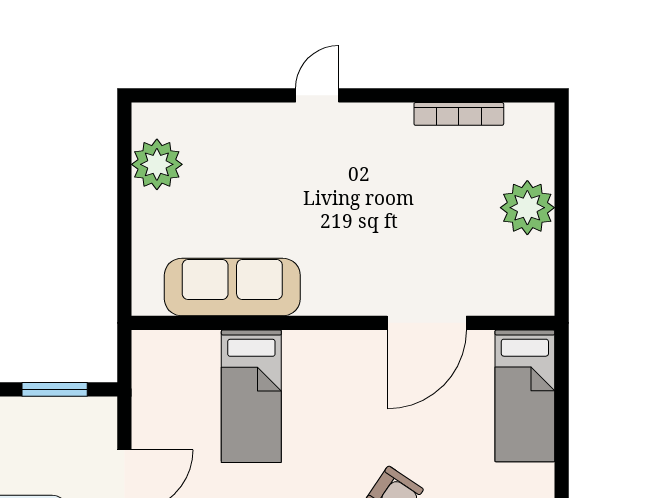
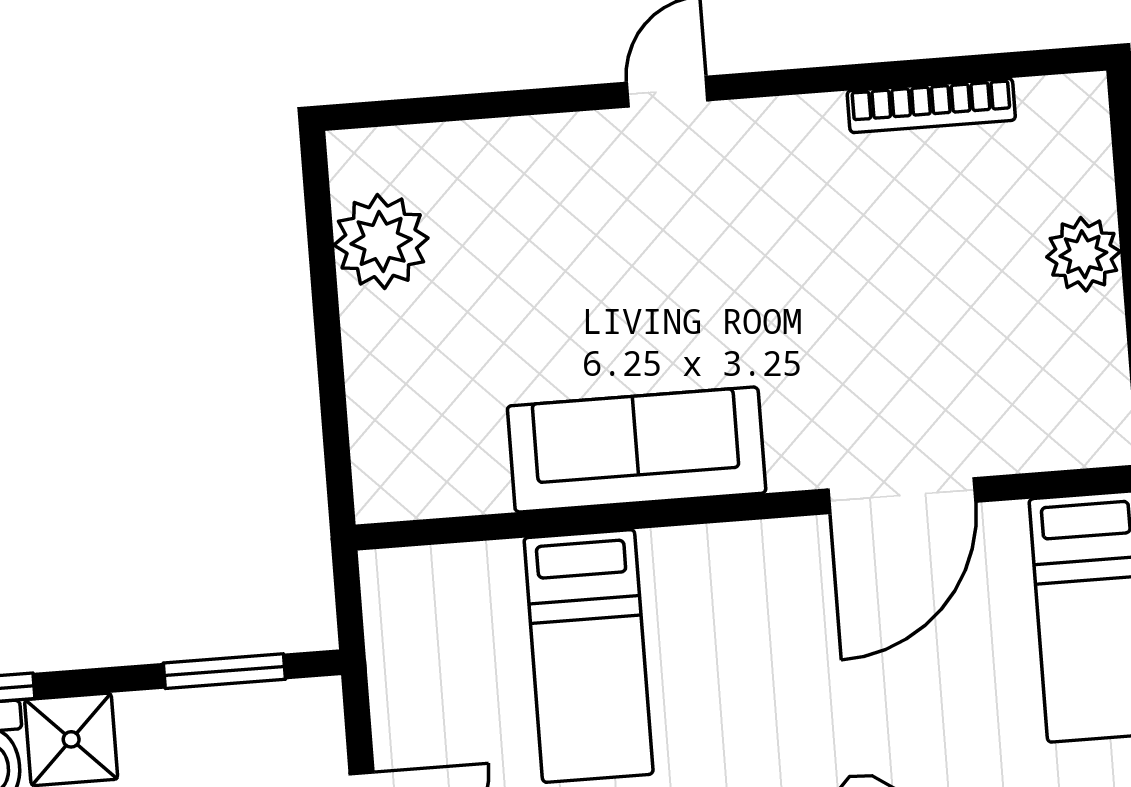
plant: (527, 208) -> (1083, 254), width x0.73, depth x0.73
sofa: (232, 287) -> (637, 449), moved

